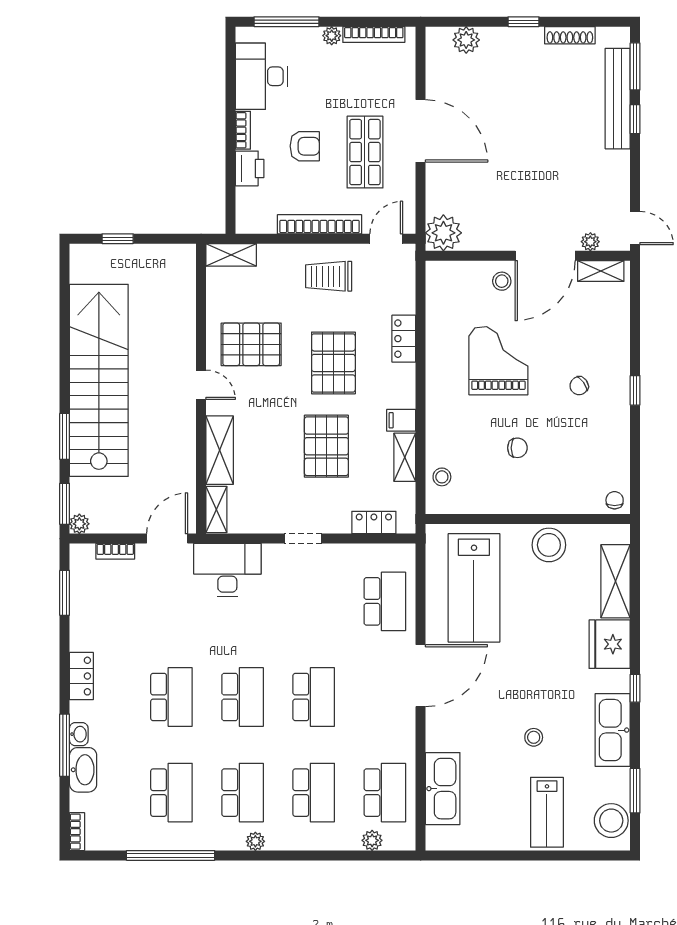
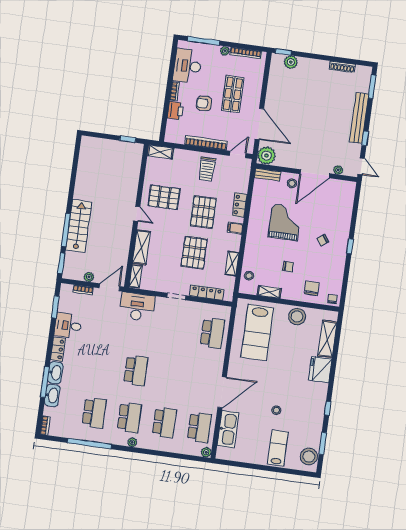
window: (523, 22) -> (283, 52), moved
bench: (618, 99) -> (359, 118), moved
window: (635, 119) -> (365, 138), moved
door: (421, 131) -> (259, 124), moved
armchair: (305, 146) -> (204, 103), turned 180
shop shelf: (365, 152) -> (233, 94), moved
window: (118, 239) -> (128, 139), moved
bench: (451, 270) -> (268, 175), added
shelving: (601, 271) -> (269, 292), moved
trolley: (329, 276) -> (207, 169), turned -90
stairs: (99, 380) -> (79, 226), width x0.54, depth x0.66
filing cabinet: (401, 420) -> (235, 228), moved
window: (65, 436) -> (66, 230), width x1.44
chair: (570, 485) -> (312, 288), added
locker: (374, 523) -> (207, 293), width x1.53
plant: (79, 524) -> (89, 277), moved
desk: (95, 626) -> (68, 326), added
door: (421, 676) -> (222, 392), moved
window: (635, 688) -> (328, 408), moved
school desk: (171, 697) -> (101, 366), removed
school desk: (314, 697) -> (171, 375), removed
kitchen sink: (613, 730) -> (316, 412), removed
washbasin: (79, 734) -> (55, 373), width x1.91, depth x1.45
lab bench: (547, 812) -> (278, 448), turned 180
plant: (372, 840) -> (206, 452), moved

